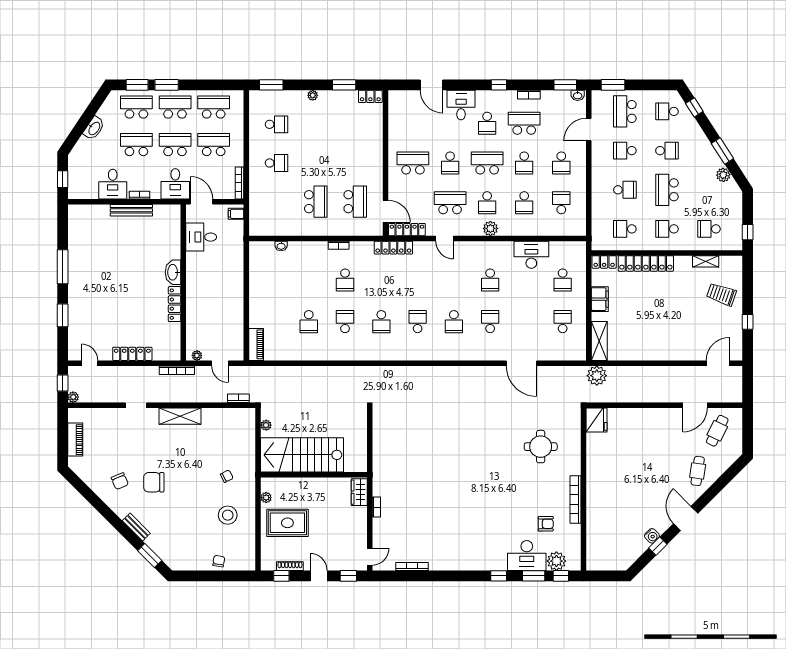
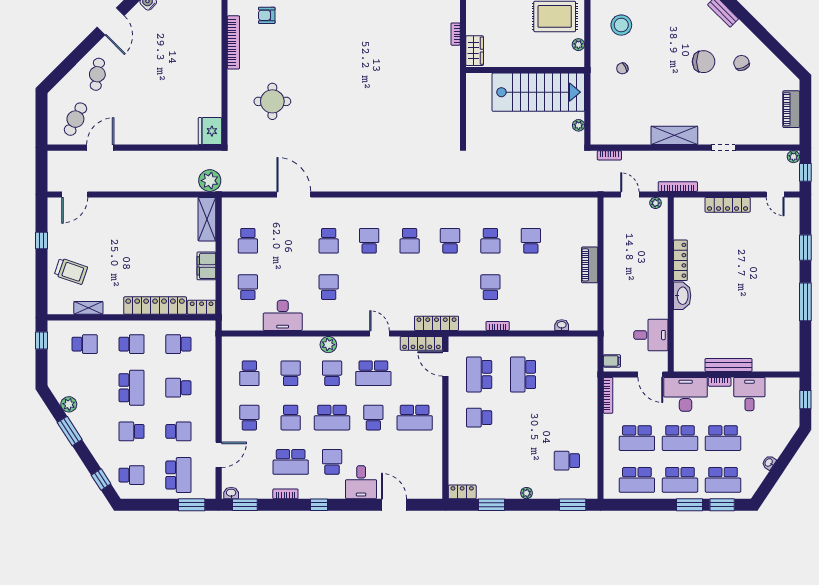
washbasin: (94, 128) -> (769, 463), width x0.52, depth x0.69
school desk: (276, 163) -> (479, 418), moved
school desk: (524, 163) -> (291, 418), turned 180
desk: (175, 184) -> (686, 394), width x1.37
school desk: (625, 229) -> (178, 344), turned 180
piano: (256, 344) -> (590, 265), moved

